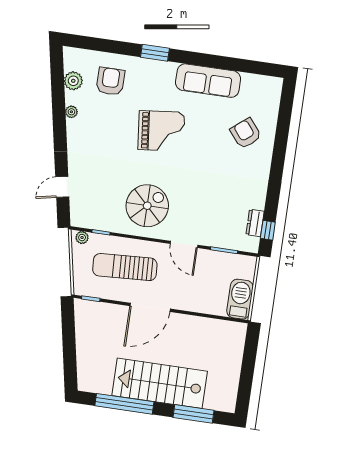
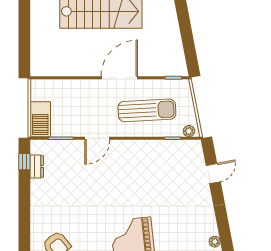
spiral stairs: (147, 206) -> (135, 168), removed
door: (184, 244) -> (97, 138), swing flipped
barbecue: (240, 299) -> (40, 119), moved

